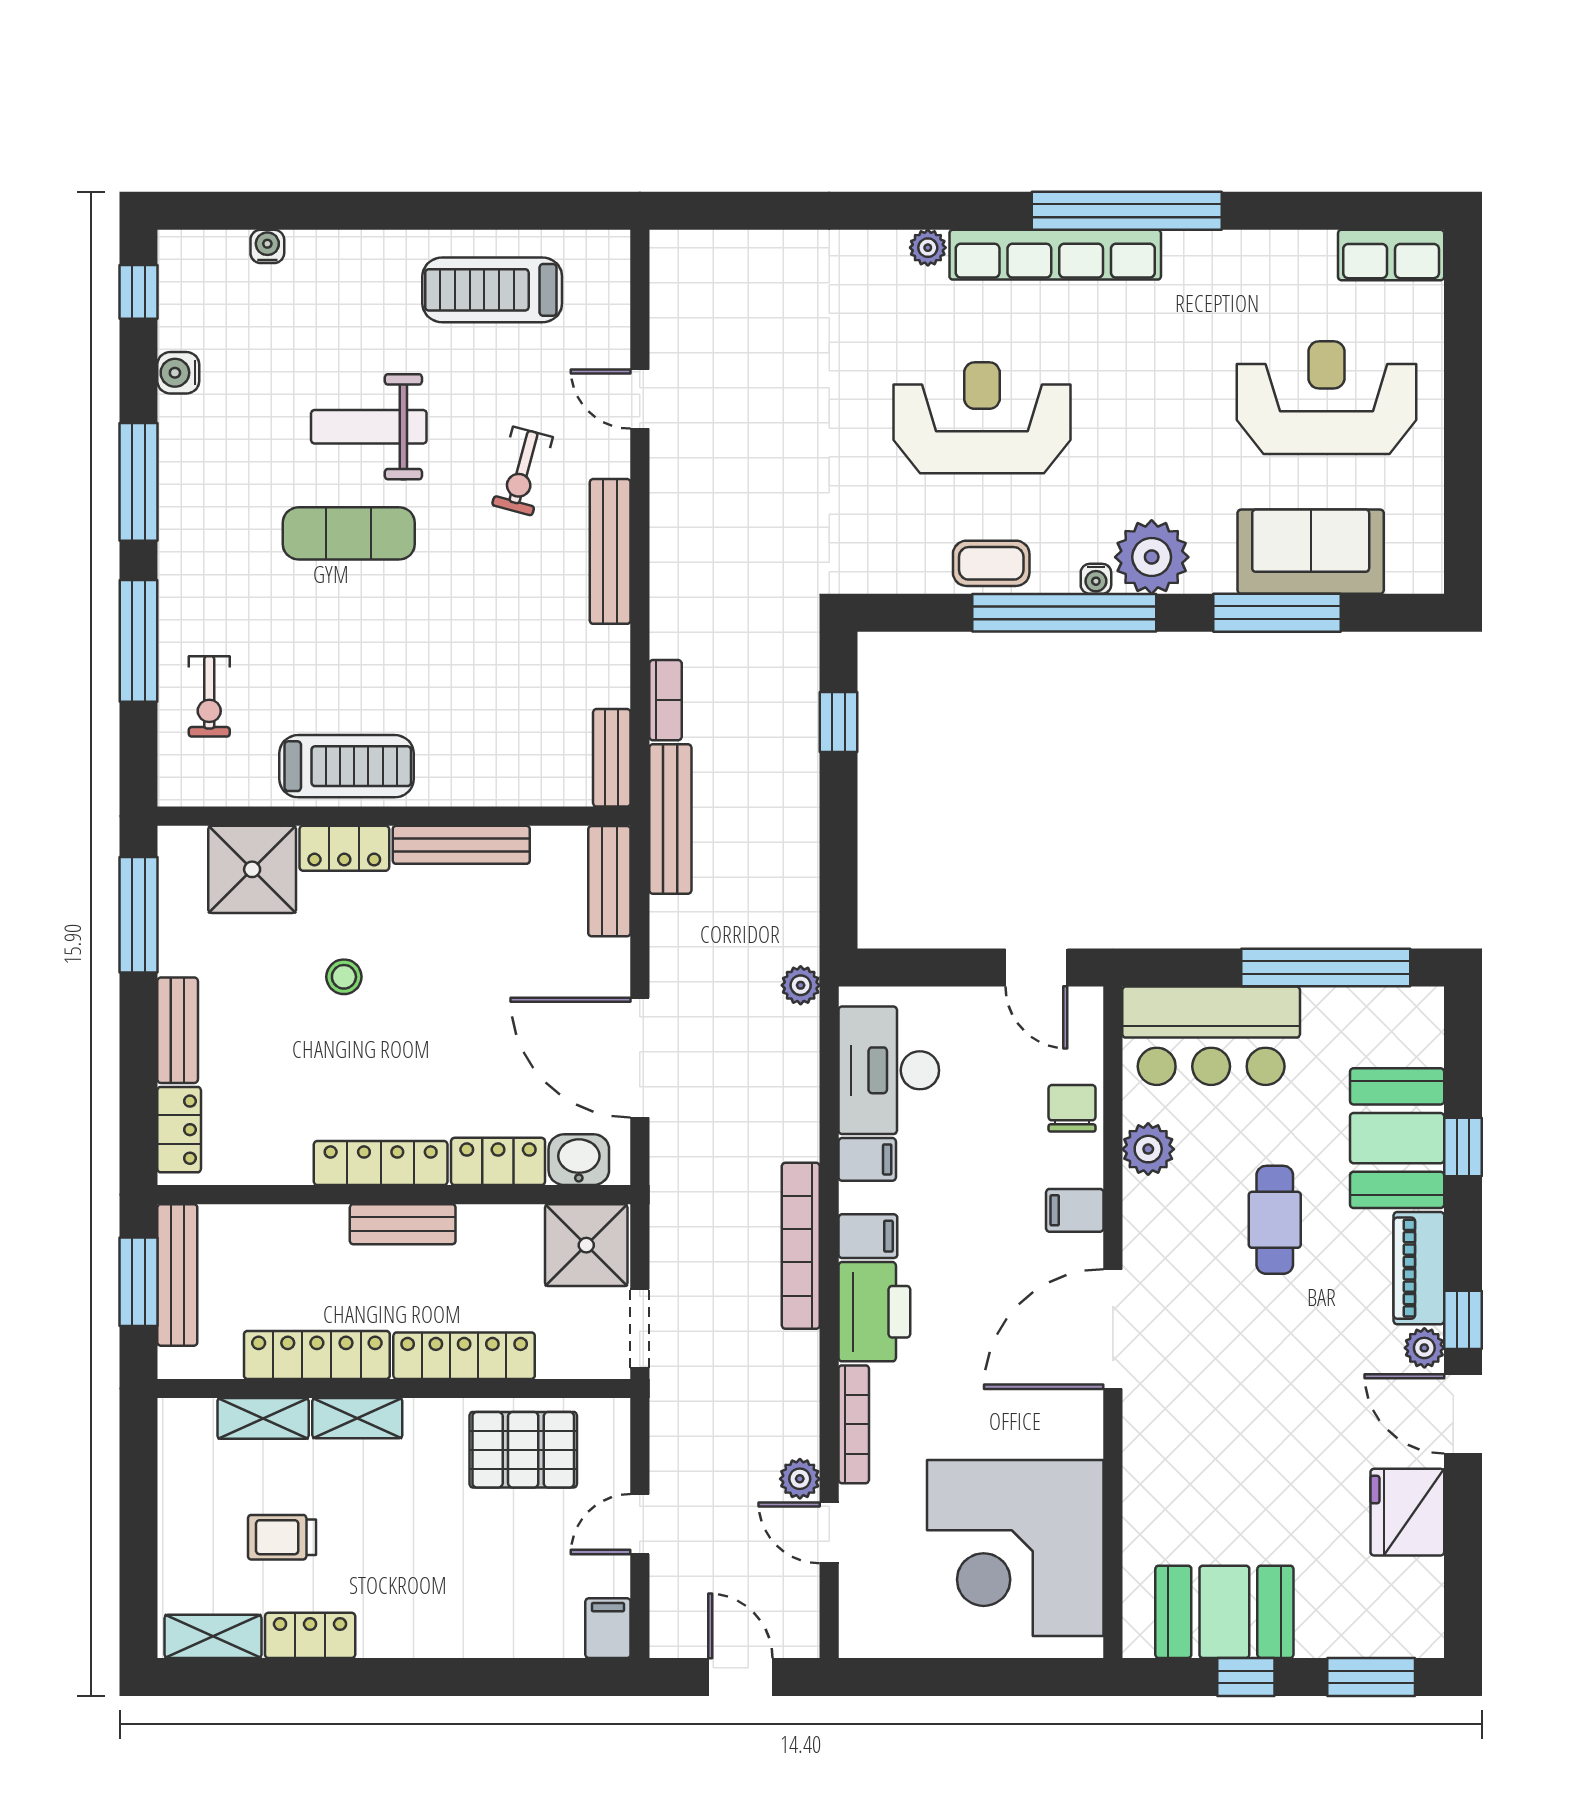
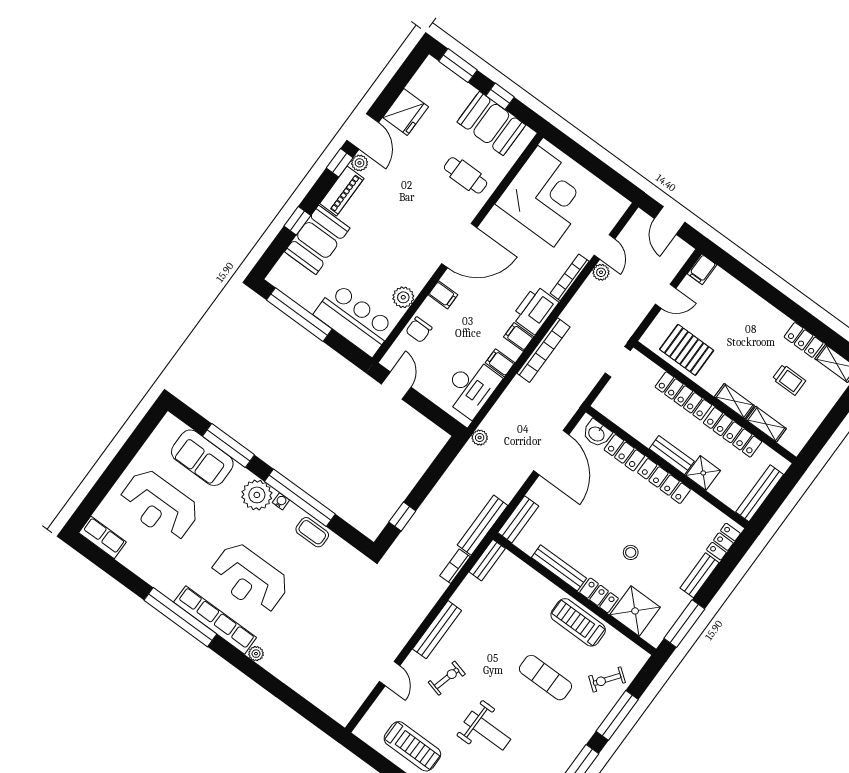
reception desk: (982, 418) -> (249, 578), moved
exercise mat: (349, 533) -> (546, 678), moved
exercise bike: (209, 696) -> (607, 679), turned -143
cafe table: (1275, 1220) -> (466, 175), moved, turned 90
shower: (586, 1245) -> (703, 473), moved, width x0.73, depth x0.73
window: (139, 1282) -> (774, 501), removed

